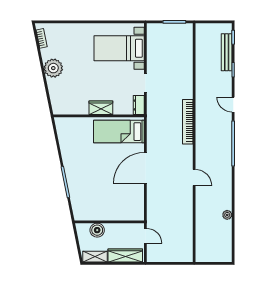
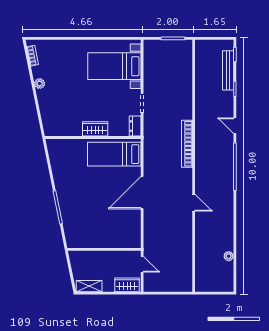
plant: (53, 68) -> (40, 84), width x0.53, depth x0.53
plant: (227, 215) -> (229, 256), moved
boiler: (97, 230) -> (91, 258), removed
wardrobe: (125, 255) -> (127, 285), width x0.67

